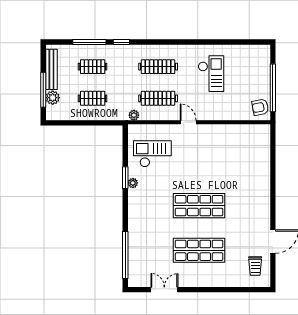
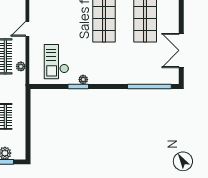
plant: (134, 115) -> (21, 66), moved
double door: (164, 290) -> (181, 50), width x1.37

